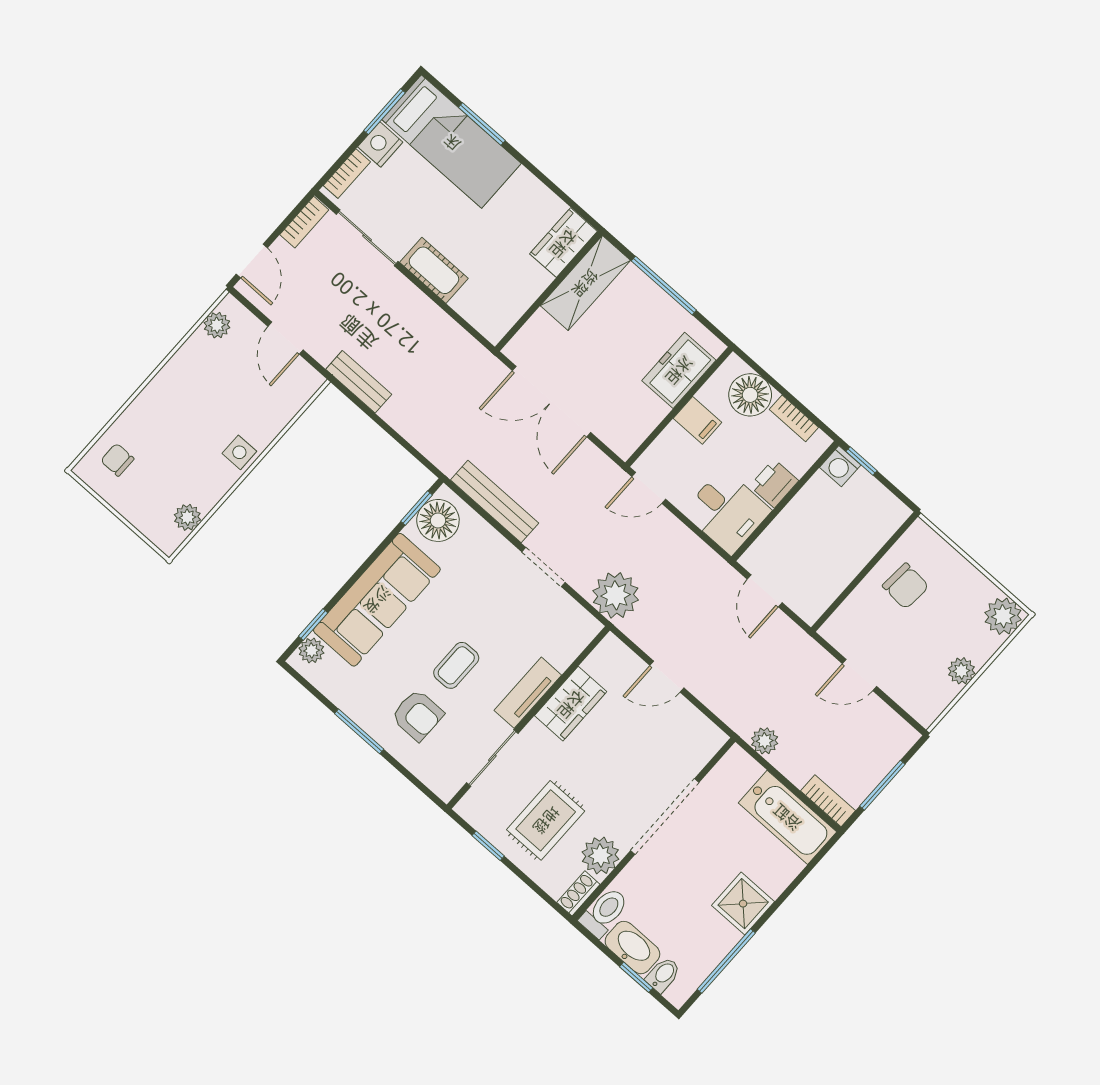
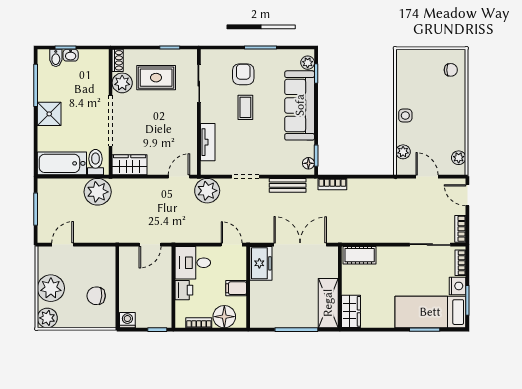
cot: (434, 270) -> (360, 255), moved
freezer: (679, 370) -> (261, 263), moved
bench: (359, 382) -> (383, 185), removed
washing machine: (840, 466) -> (127, 320), moved
door: (649, 488) -> (232, 245), hinge flipped
bench: (495, 502) -> (288, 185), width x0.73
plant: (187, 517) -> (403, 152), moved
floor lamp: (438, 520) -> (308, 163), width x0.53, depth x0.53
door: (765, 591) -> (150, 245), swing flipped
plant: (961, 671) -> (51, 288), width x1.87, depth x1.87
door: (859, 675) -> (63, 245), moved
door: (667, 677) -> (179, 177), moved
tv unit: (528, 693) -> (208, 142), moved
wardrobe: (571, 704) -> (130, 165), moved, turned 90
armchair: (418, 715) -> (243, 74), turned 90
plant: (765, 741) -> (98, 192), width x1.88, depth x1.88
bookcase: (828, 801) -> (332, 184), moved
rug: (546, 820) -> (156, 78), turned 90
toilet: (604, 912) -> (96, 162), moved, turned 180
washbasin: (632, 948) -> (71, 55), width x0.52, depth x0.69

